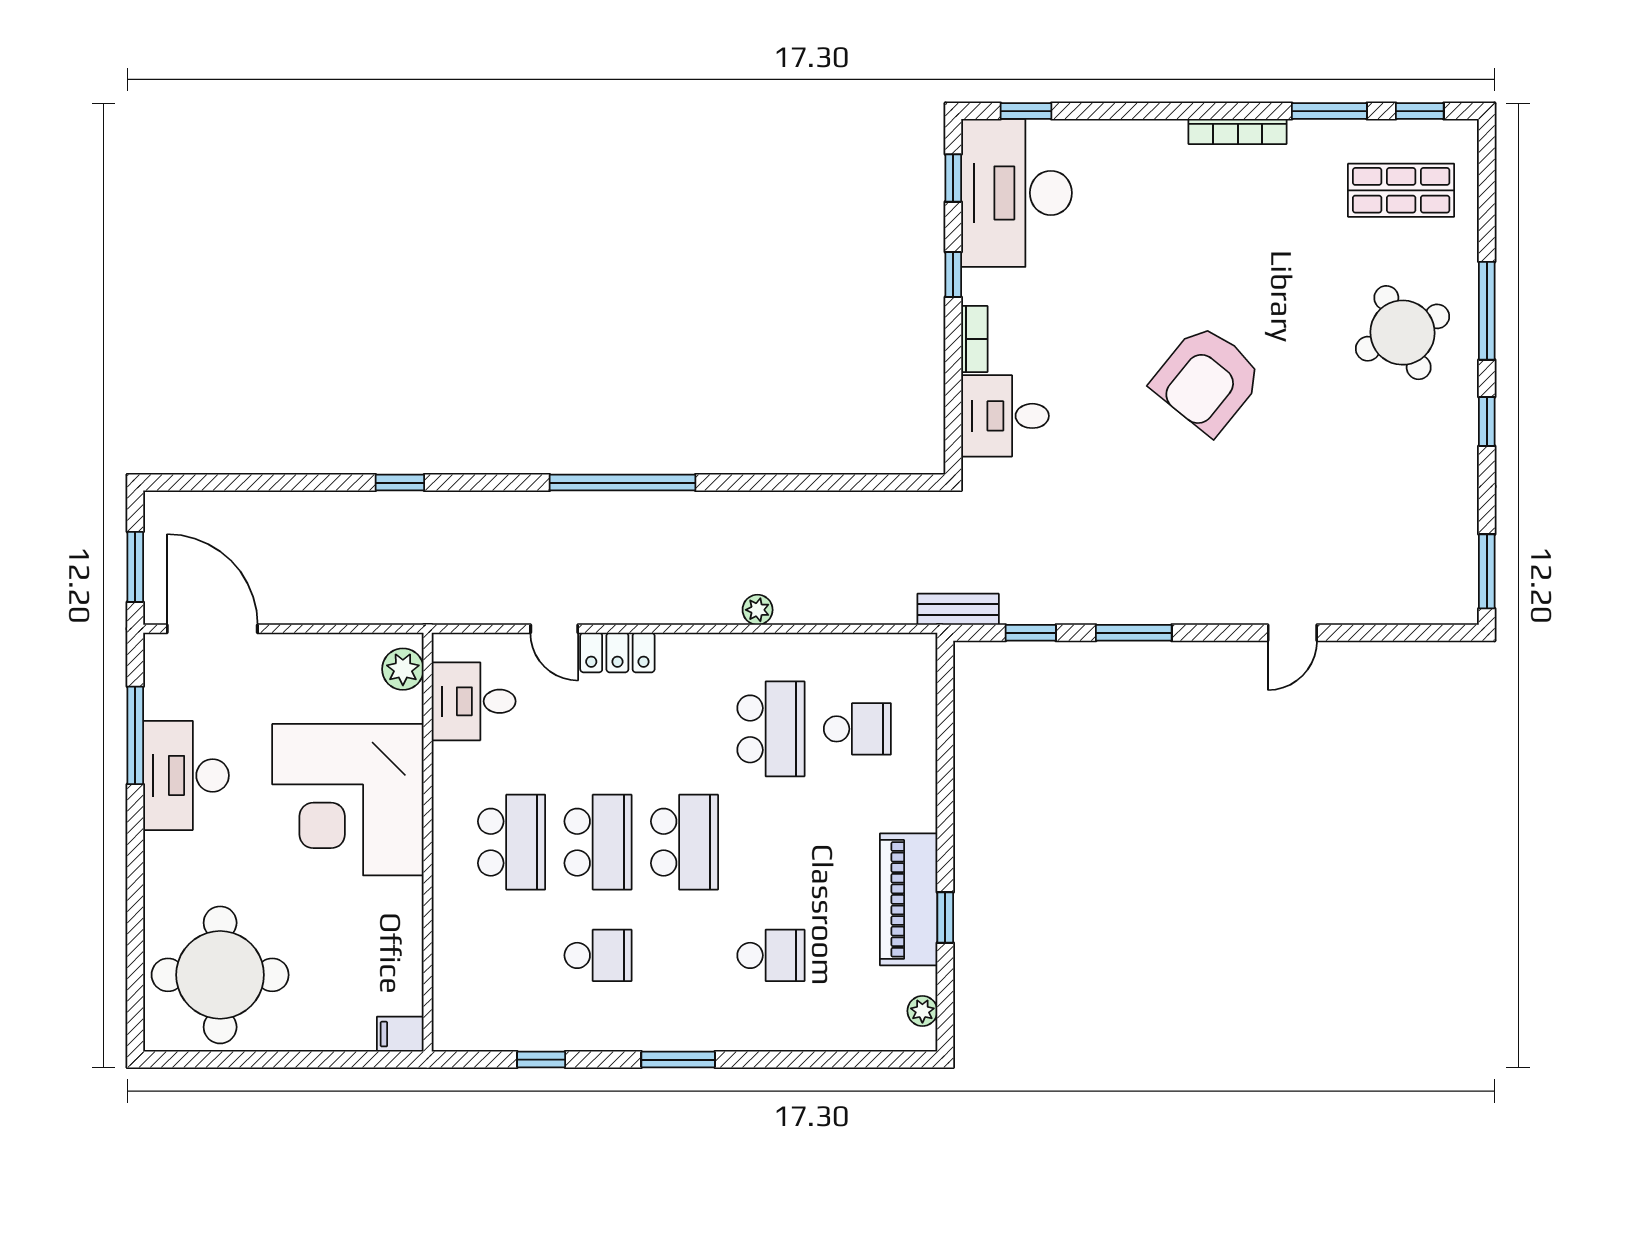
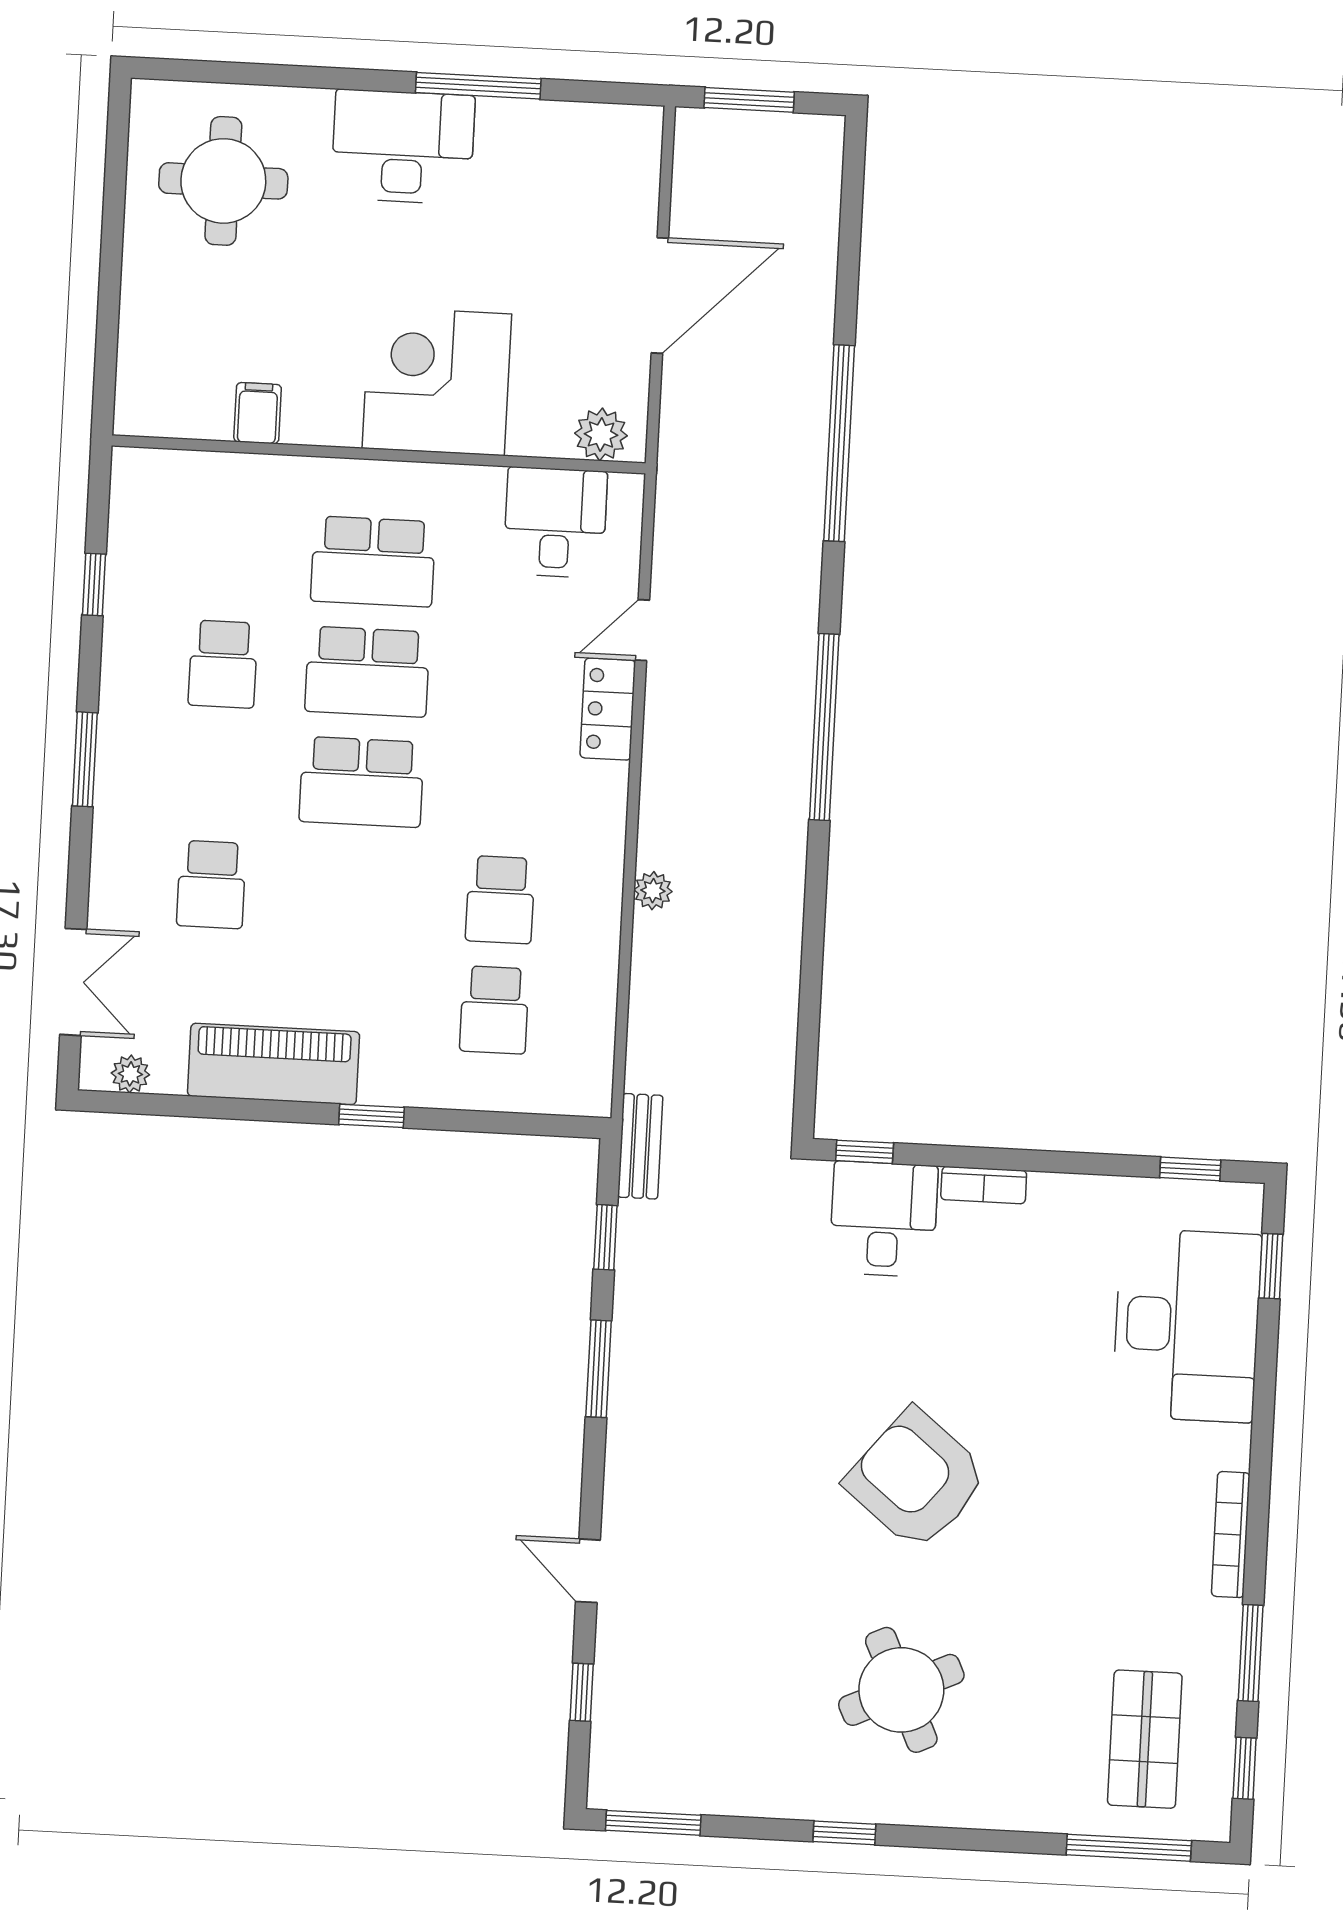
desk: (1017, 193) -> (1187, 1325), moved, turned 90
window: (953, 275) -> (865, 1152), moved
window: (1487, 311) -> (1129, 1848), moved
round table: (1402, 333) -> (901, 1690), moved
window: (400, 483) -> (839, 443), width x3.17
door: (212, 629) -> (660, 295), moved
window: (1388, 633) -> (582, 1692), added
school desk: (771, 729) -> (500, 900), width x0.54
window: (135, 735) -> (478, 86), moved
desk: (186, 775) -> (403, 147), moved
corner desk: (348, 800) -> (437, 381), width x0.74, depth x0.74
window: (945, 917) -> (372, 1116), moved
round table: (220, 975) -> (223, 181), width x0.73, depth x0.73
filing cabinet: (400, 1034) -> (258, 413), moved
double door: (853, 1060) -> (73, 982), added

